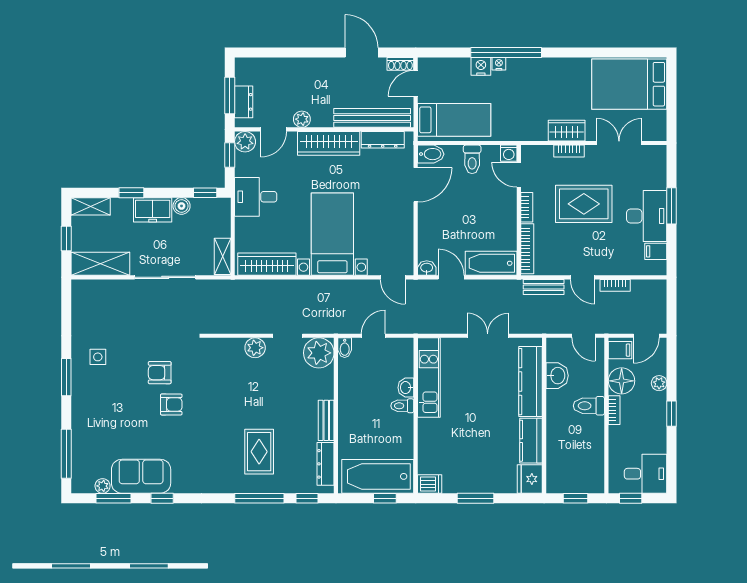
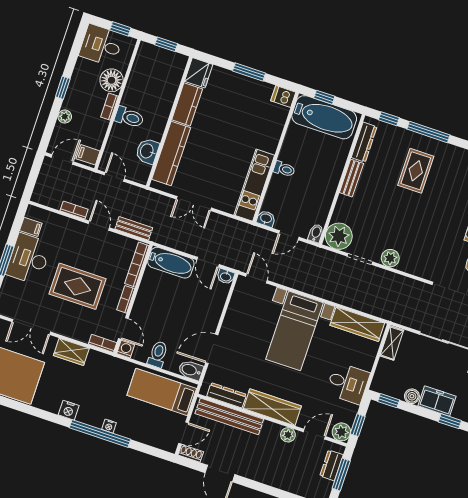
nightstand: (481, 66) -> (69, 410), moved
bookcase: (569, 151) -> (103, 343), moved
floor lamp: (622, 381) -> (112, 80), moved
washbasin: (406, 388) -> (266, 219), moved, turned -90

